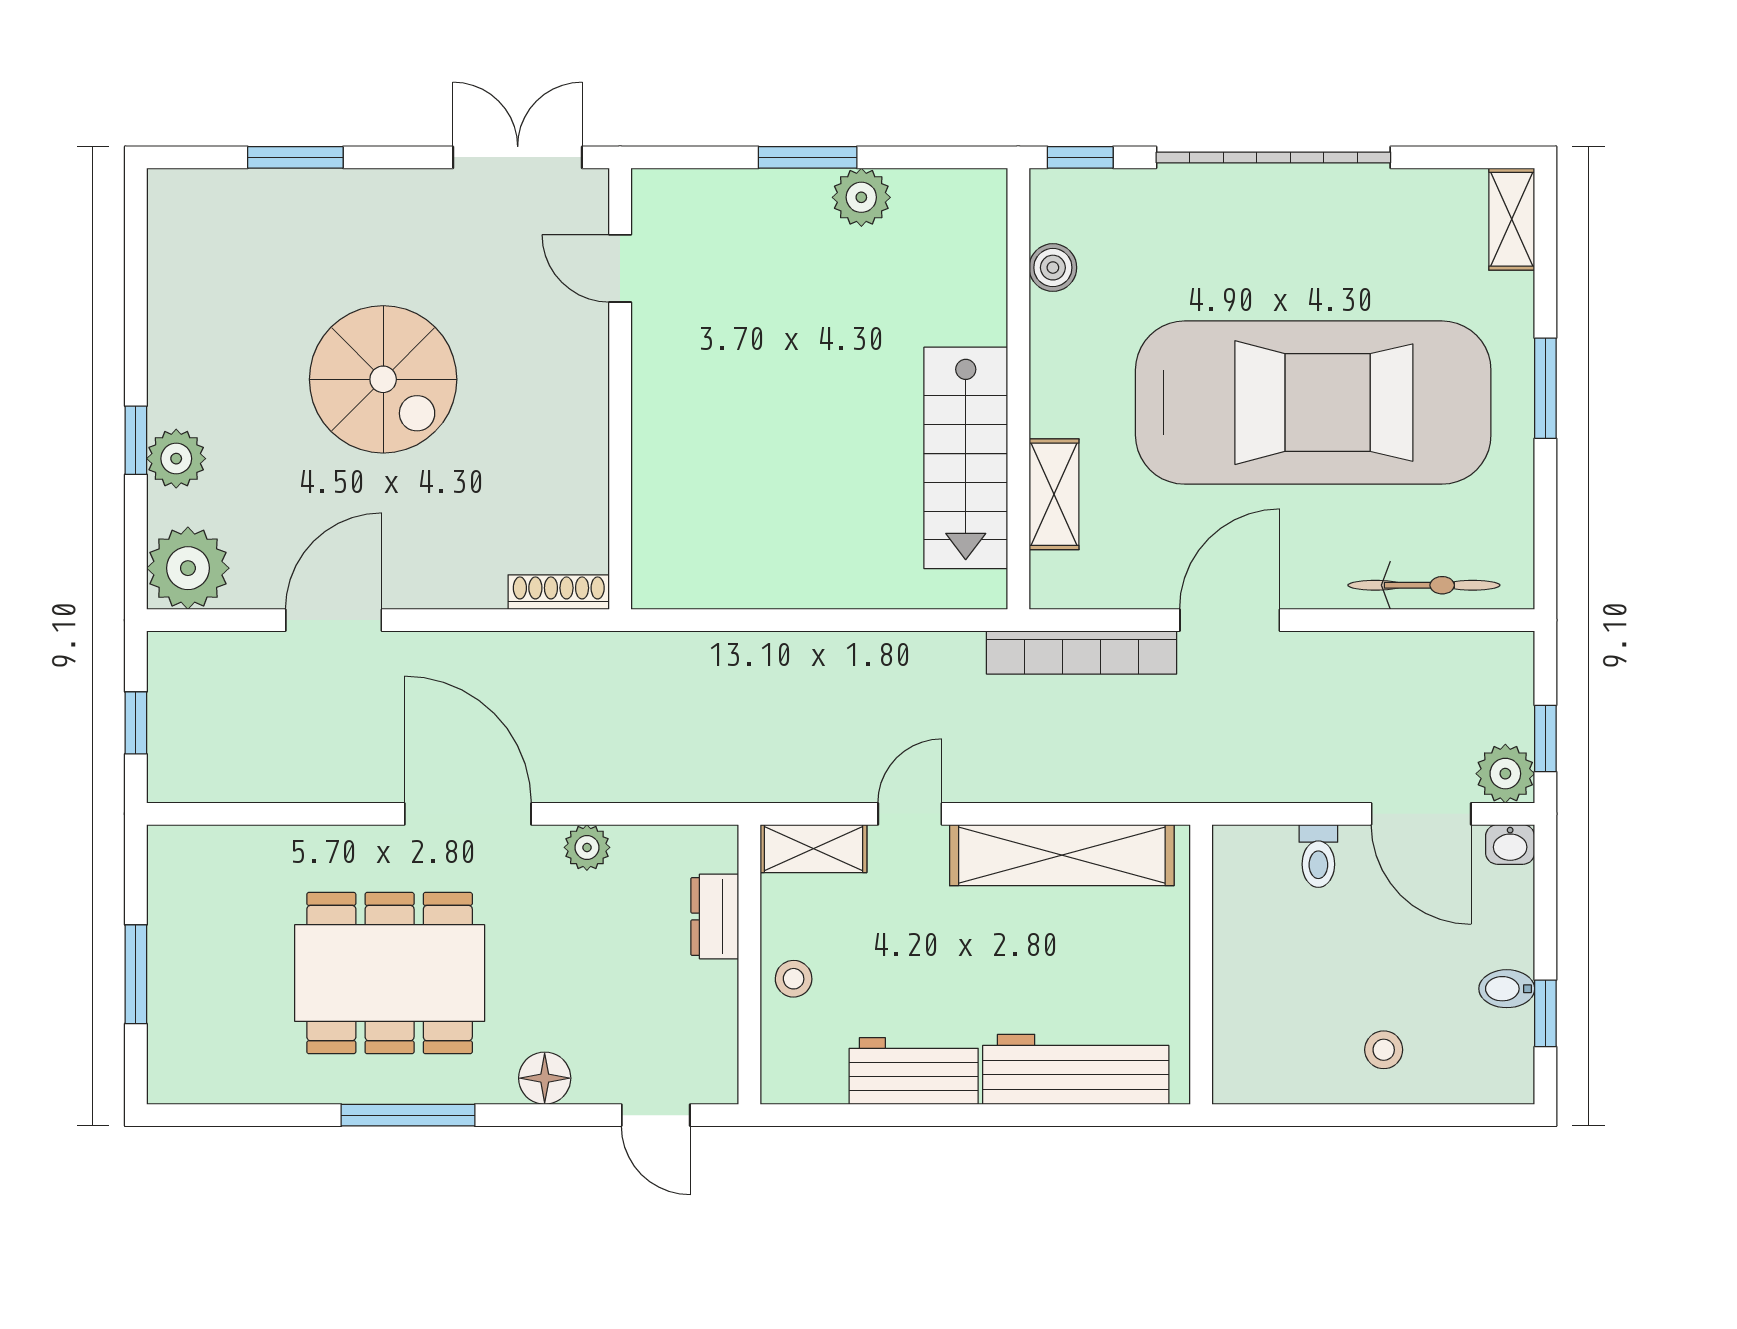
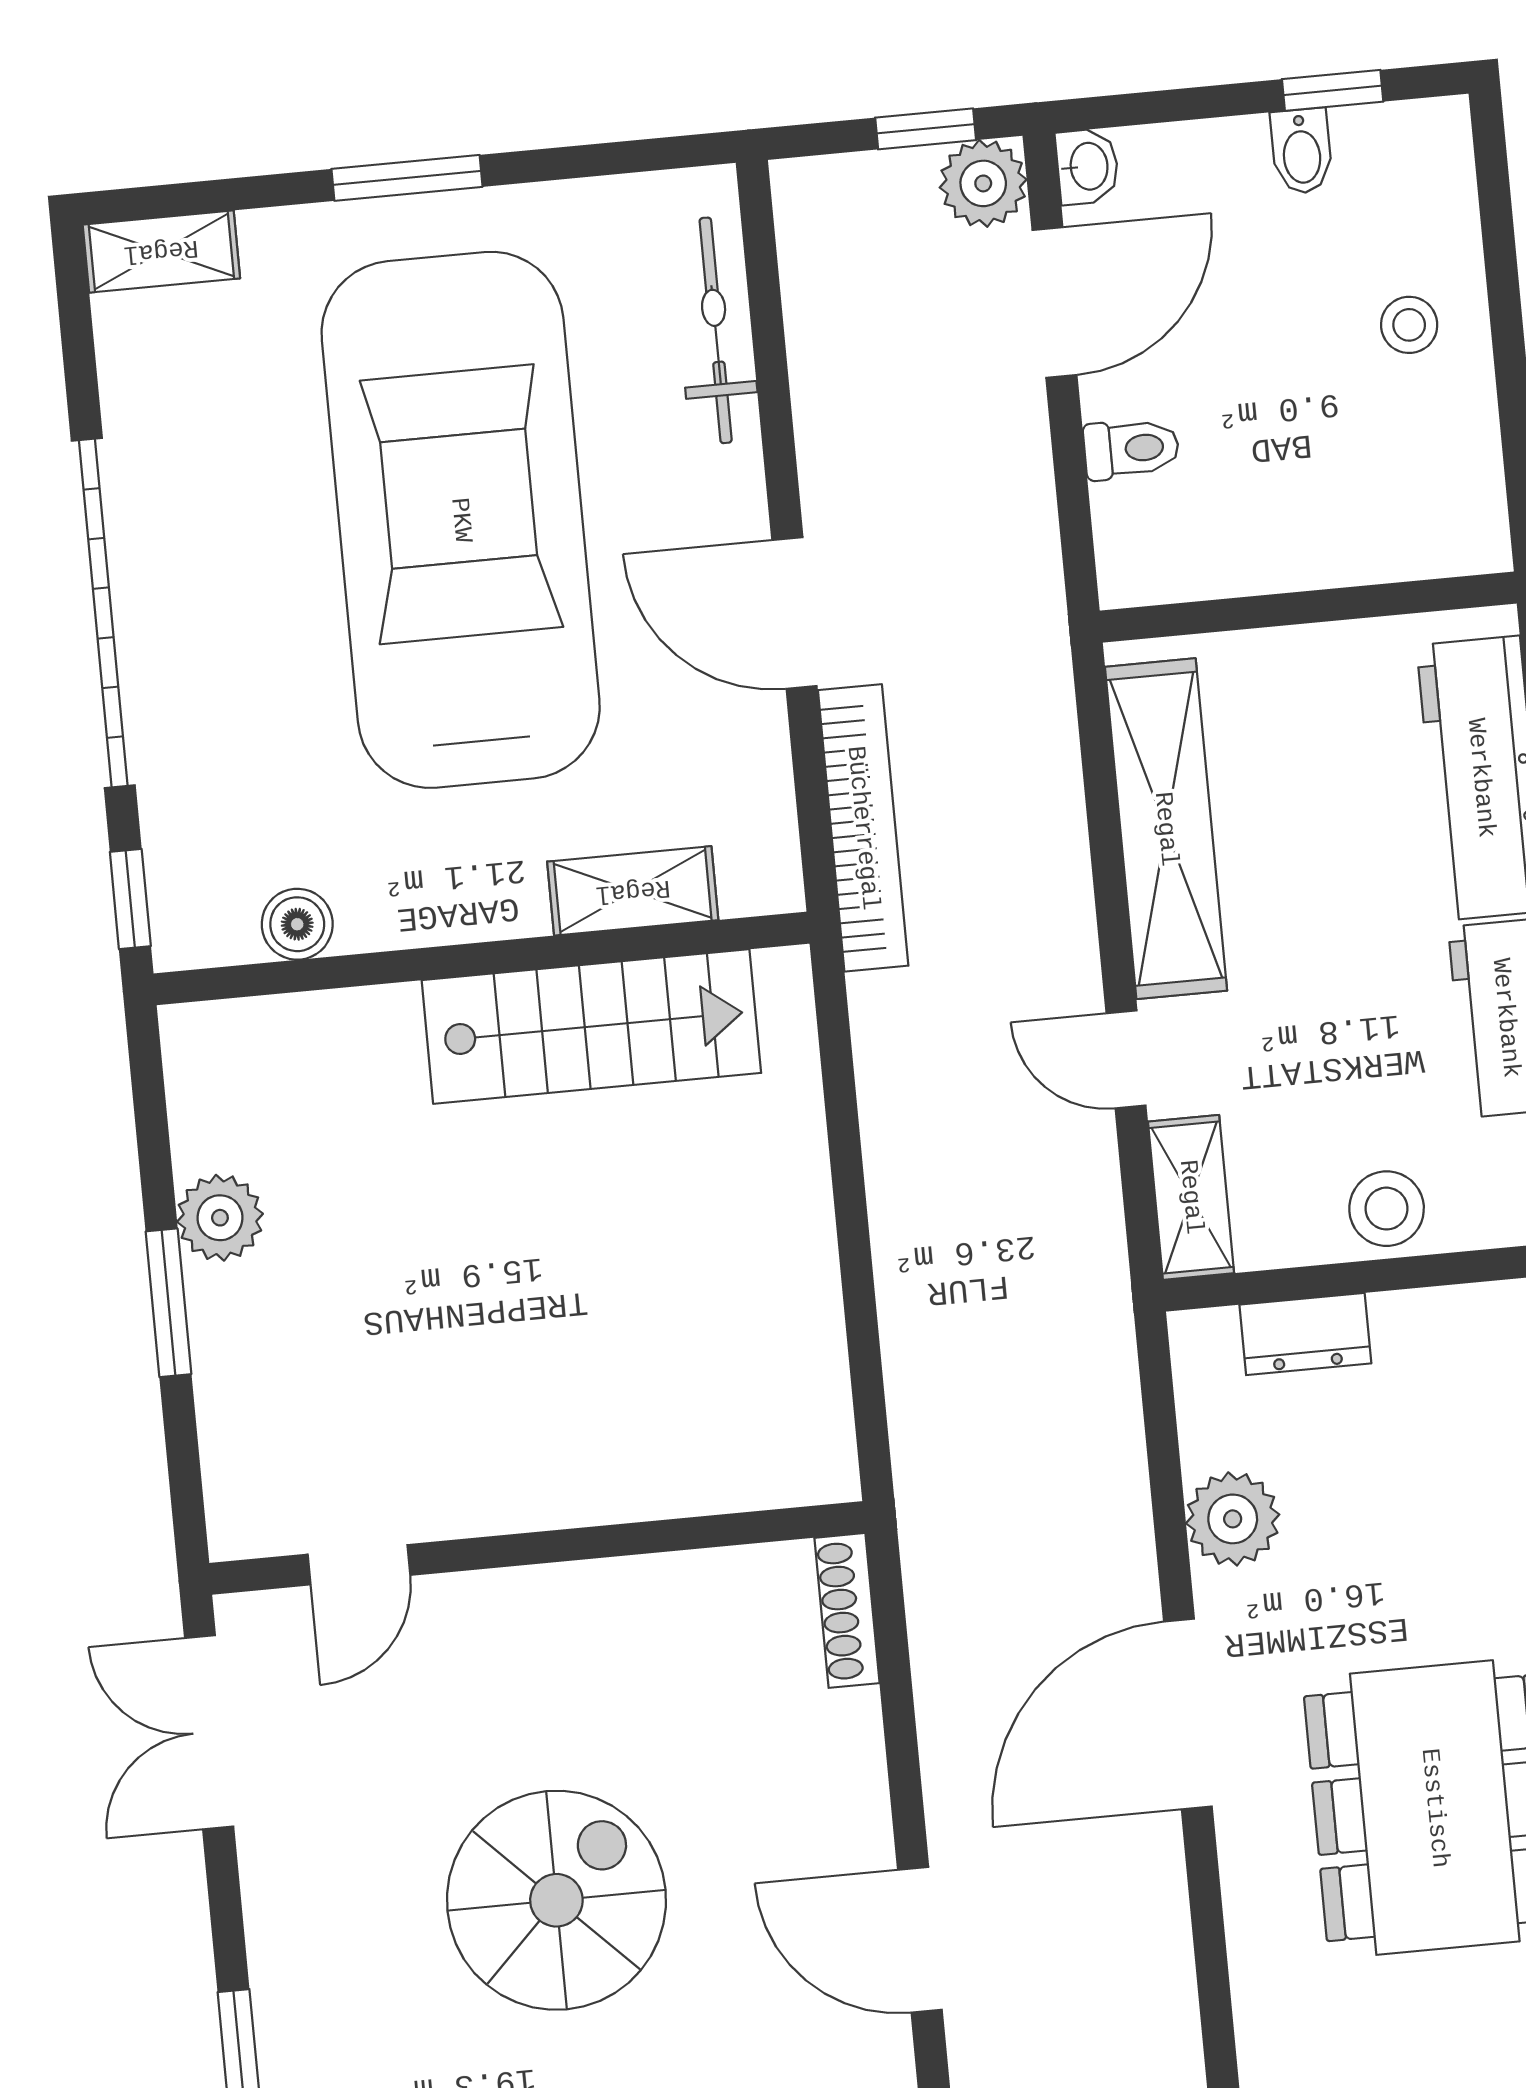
plant: (587, 847) -> (1233, 1519), width x1.38, depth x1.38
stool: (794, 979) -> (1387, 1209), width x1.37, depth x1.37

